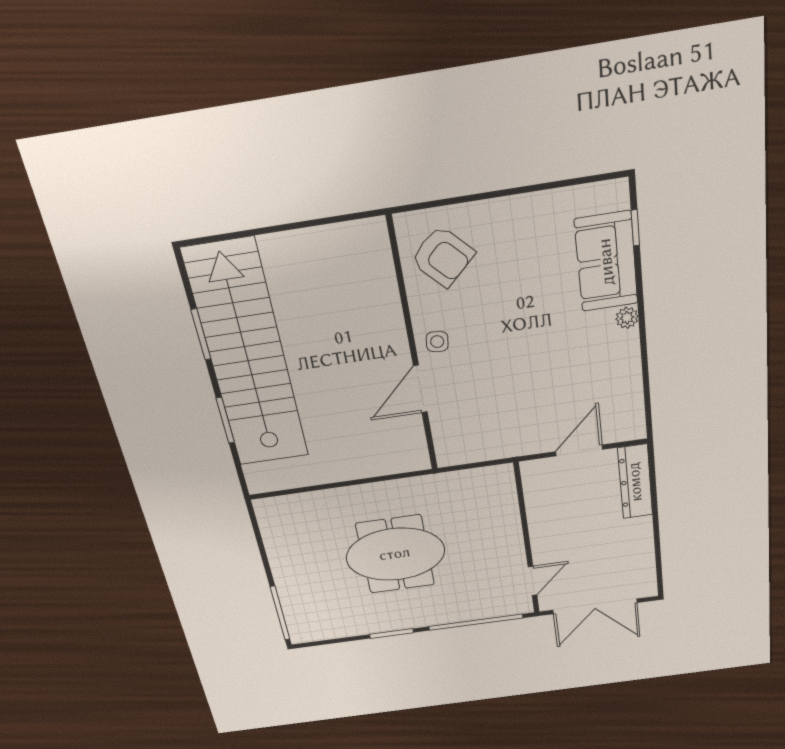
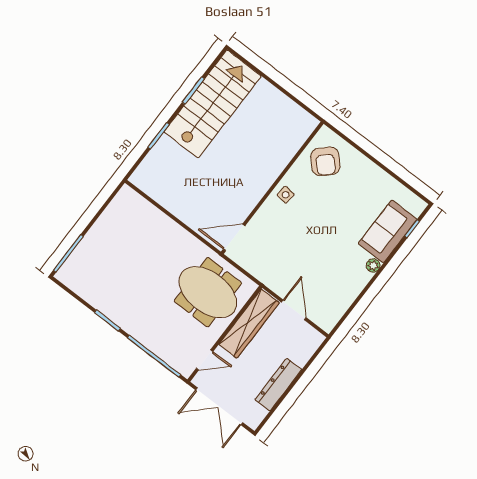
stairs: (247, 356) -> (213, 104), width x0.73
door: (420, 389) -> (234, 237), moved
door: (579, 450) -> (294, 310), hinge flipped
dresser: (635, 482) -> (278, 385), moved
wardrobe: (543, 508) -> (249, 324), added
meeting table: (395, 554) -> (208, 292), moved

